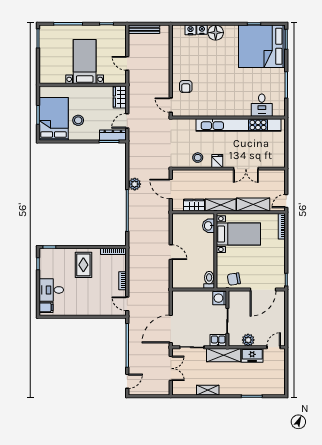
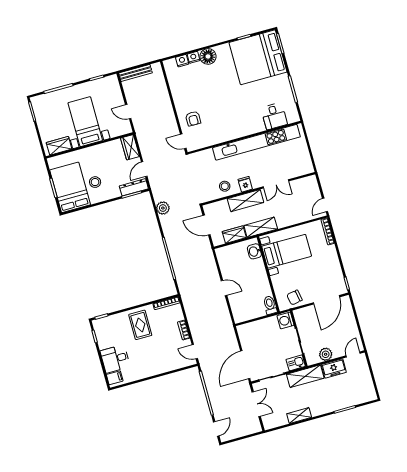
wardrobe: (54, 77) -> (59, 146), added
plant: (135, 184) -> (163, 208), moved
shelving: (253, 205) -> (245, 201), moved

